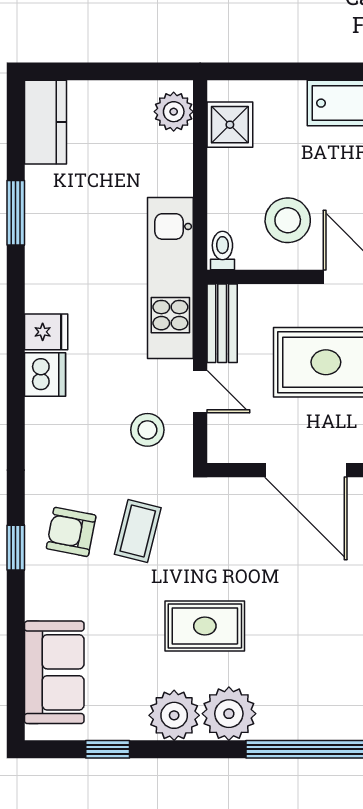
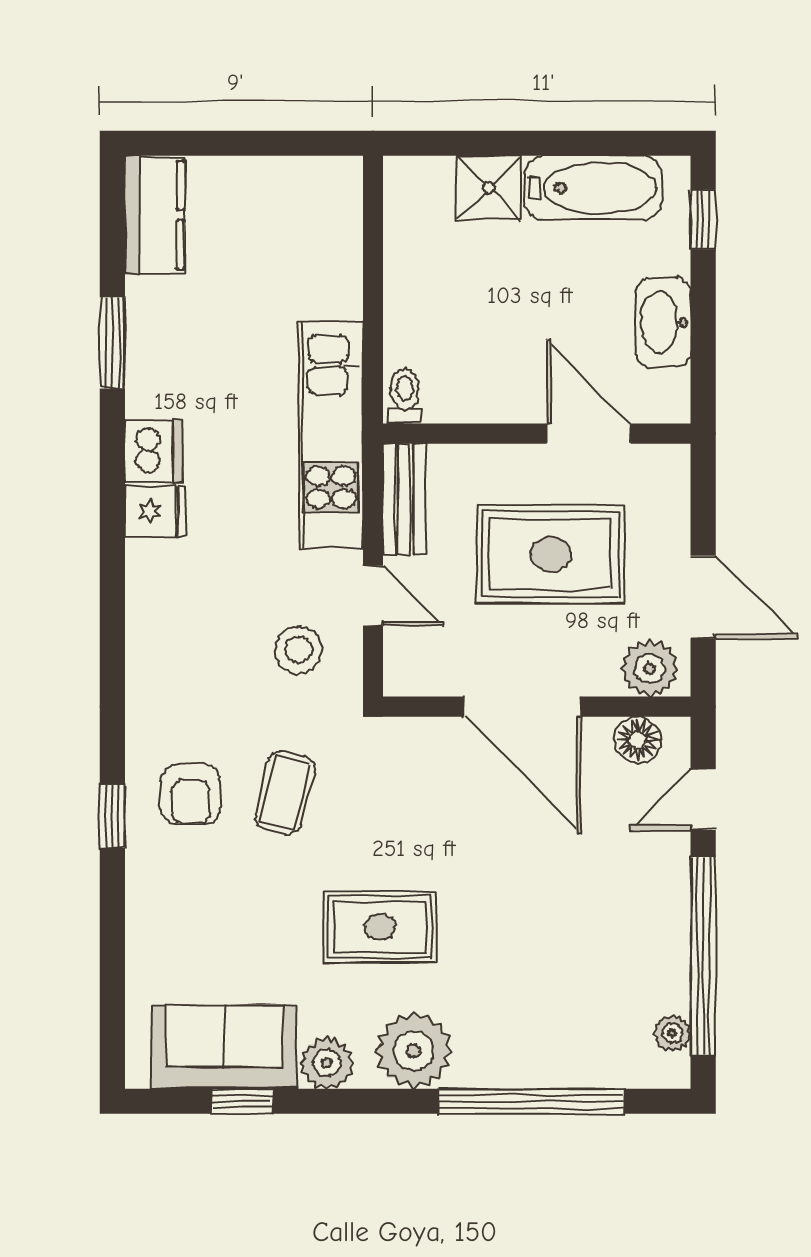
plant: (174, 112) -> (336, 200), removed
shower: (230, 125) -> (489, 188), moved
stool: (288, 220) -> (497, 353), removed
dishwasher: (45, 375) -> (154, 451), moved
armchair: (71, 532) -> (191, 794), turned -101
sofa: (54, 672) -> (224, 1047), moved, turned -90
plant: (174, 715) -> (327, 1063), width x0.73, depth x0.73

